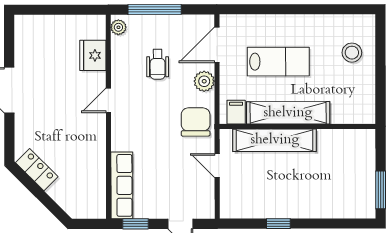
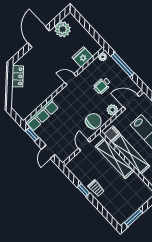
plant: (29, 47) -> (63, 29), added
trolley: (292, 204) -> (96, 188), added

